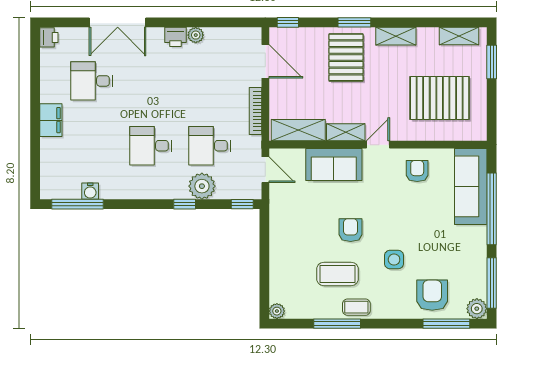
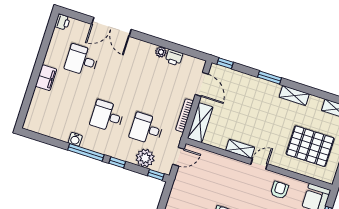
printer: (176, 37) -> (174, 57), moved
pallet: (346, 57) -> (256, 99), removed
shelving: (298, 130) -> (200, 123), moved, turned 90
sofa: (334, 165) -> (225, 168), removed
door: (265, 170) -> (179, 157), hinge flipped
plant: (202, 186) -> (145, 158), moved
water cooler: (90, 191) -> (75, 139), moved
window: (78, 204) -> (86, 152), moved

